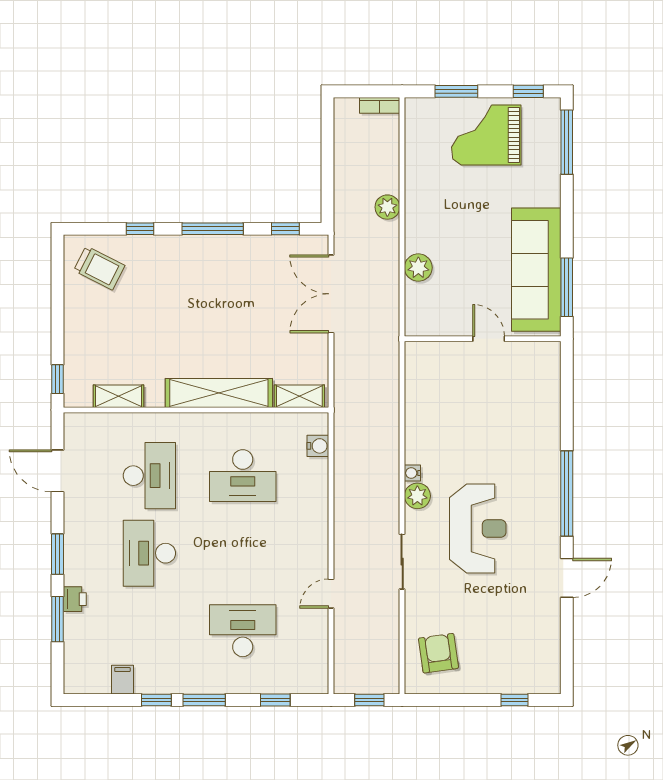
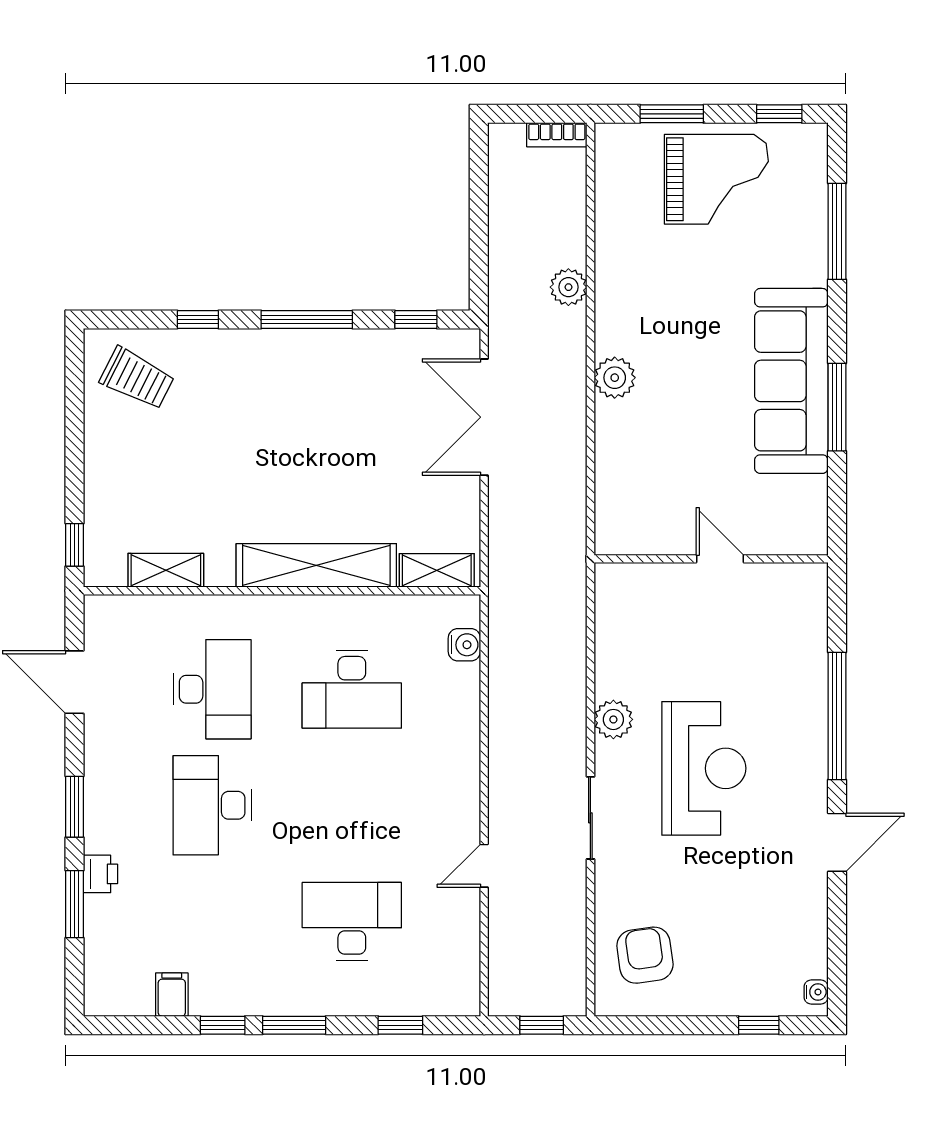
grand piano: (486, 135) -> (716, 179), turned 180
window: (567, 142) -> (837, 231), moved
wall: (483, 339) -> (711, 559), moved
door: (489, 339) -> (720, 559), moved
water cooler: (412, 473) -> (816, 992), moved, turned 180

